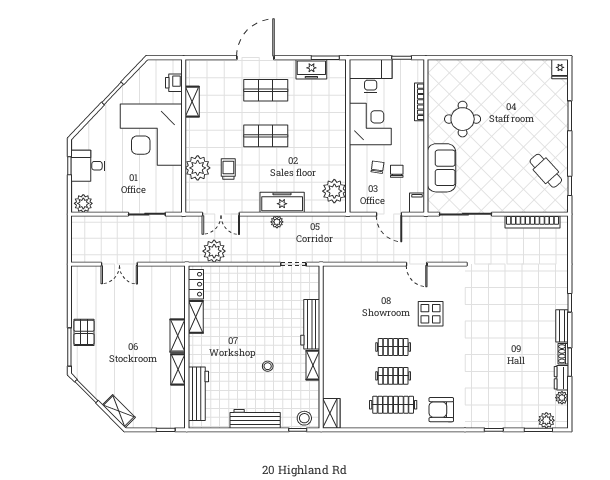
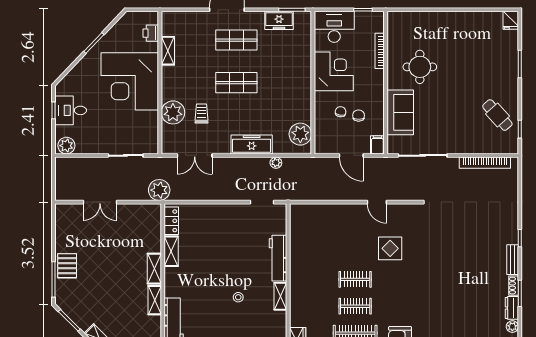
plant: (277, 222) -> (276, 163), moved
plant: (214, 251) -> (159, 190), moved

